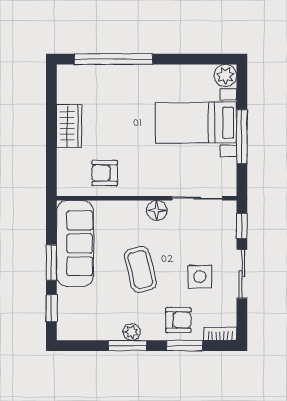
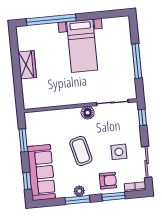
plant: (225, 76) -> (123, 23), removed
bed with nightstands: (196, 123) -> (82, 46), moved, turned -90
armchair: (105, 173) -> (52, 92), removed
sofa: (75, 243) -> (41, 173), moved
window: (51, 263) -> (23, 140), moved
sliding door: (242, 274) -> (147, 162), moved

